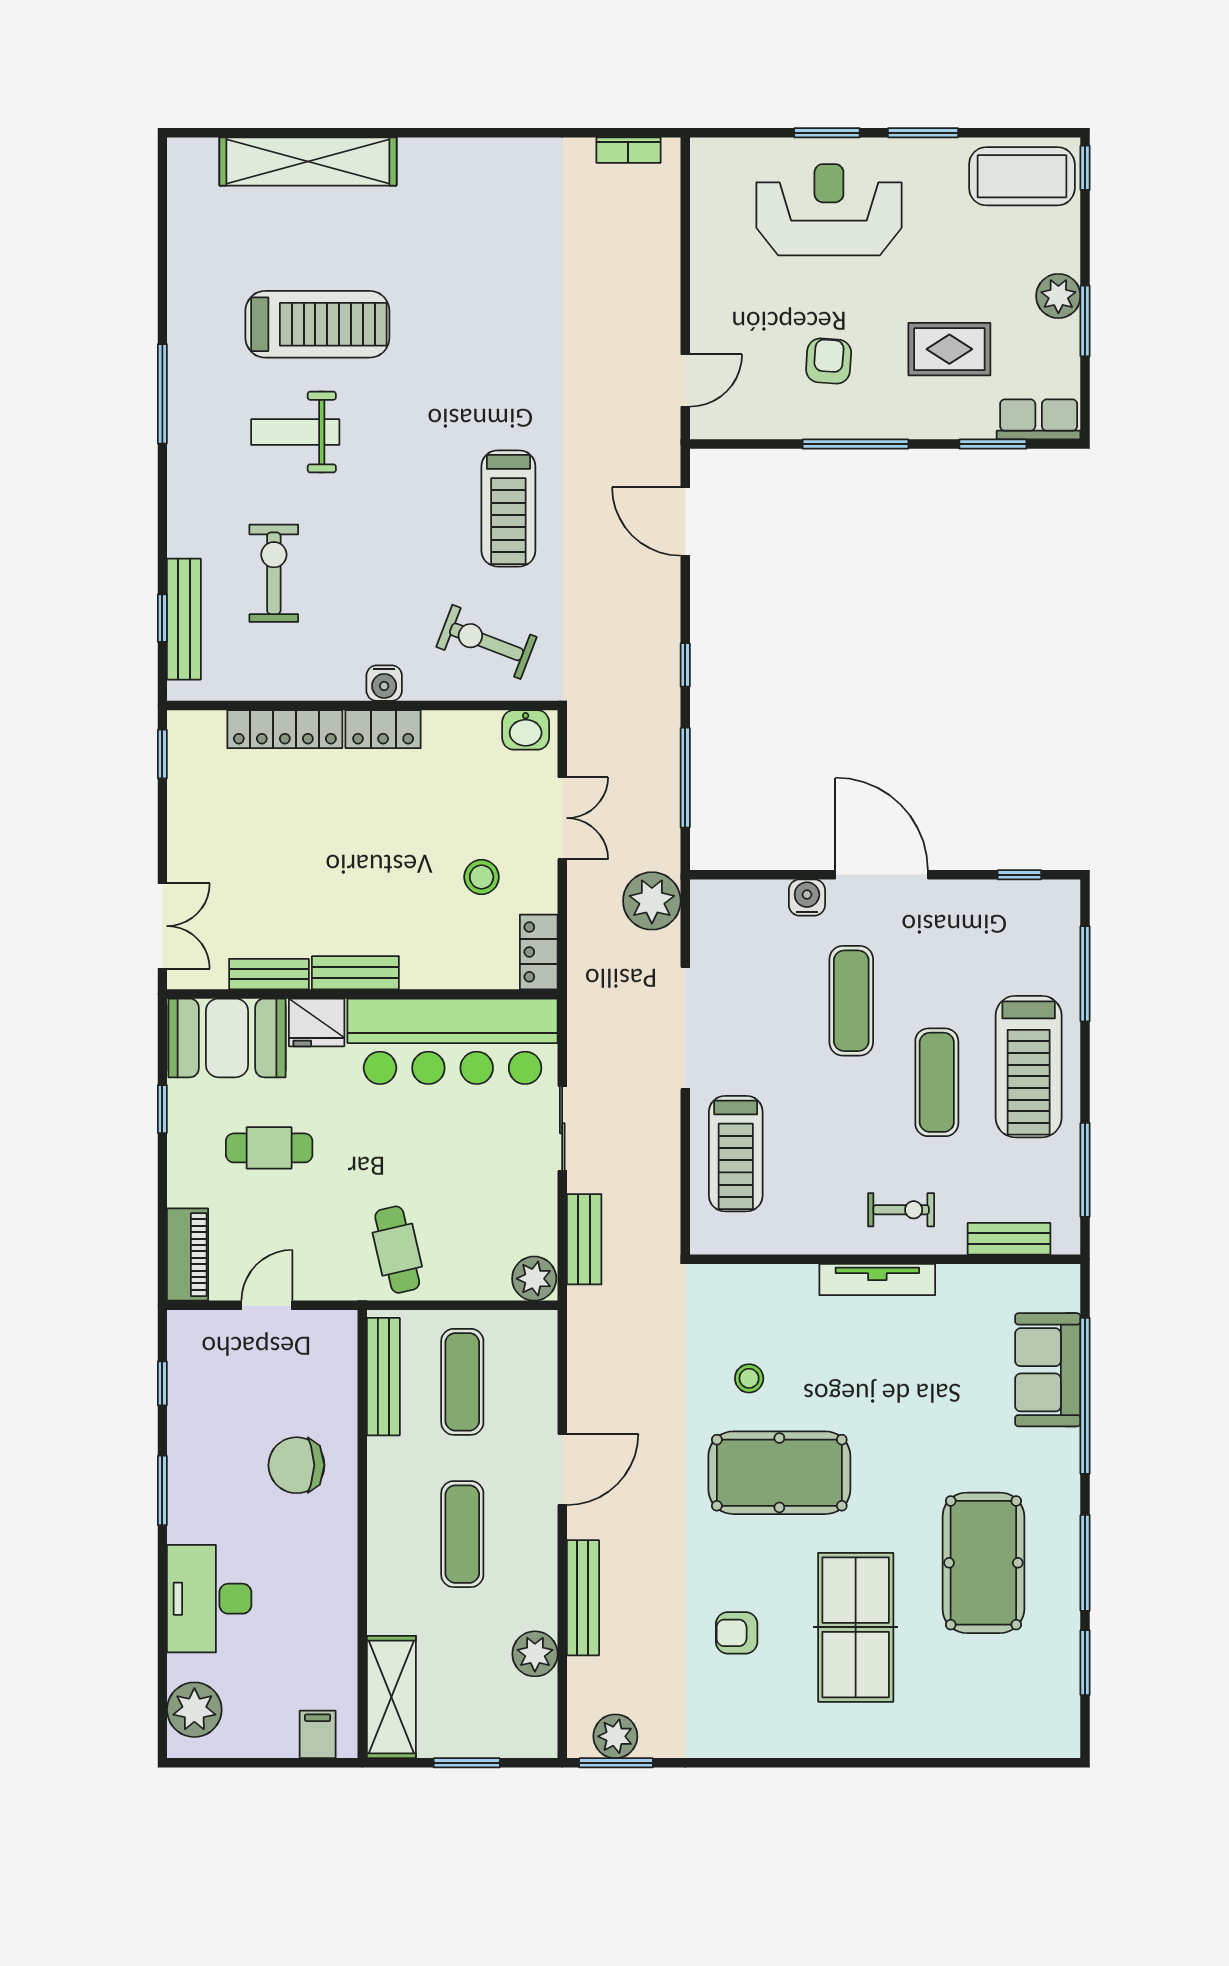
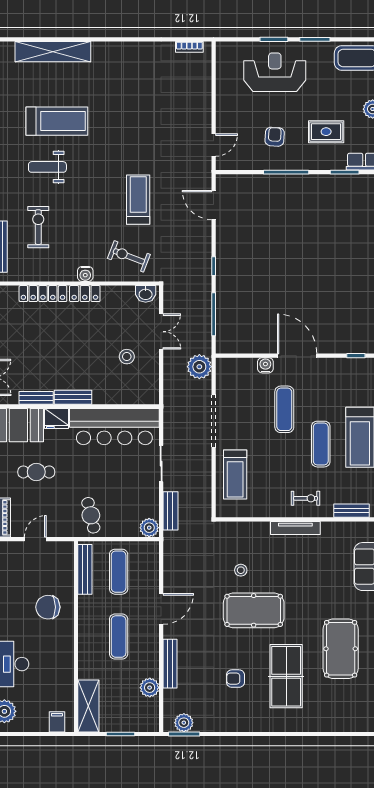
treadmill: (508, 508) -> (138, 200), turned 180
locker: (539, 952) -> (151, 388), removed

